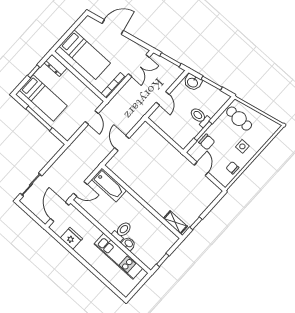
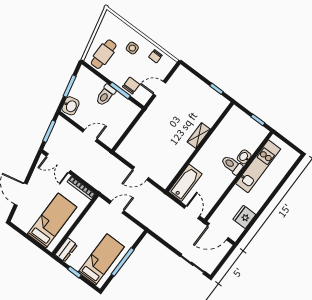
double door: (139, 66) -> (58, 163), swing flipped
shelving: (175, 222) -> (199, 136), moved

